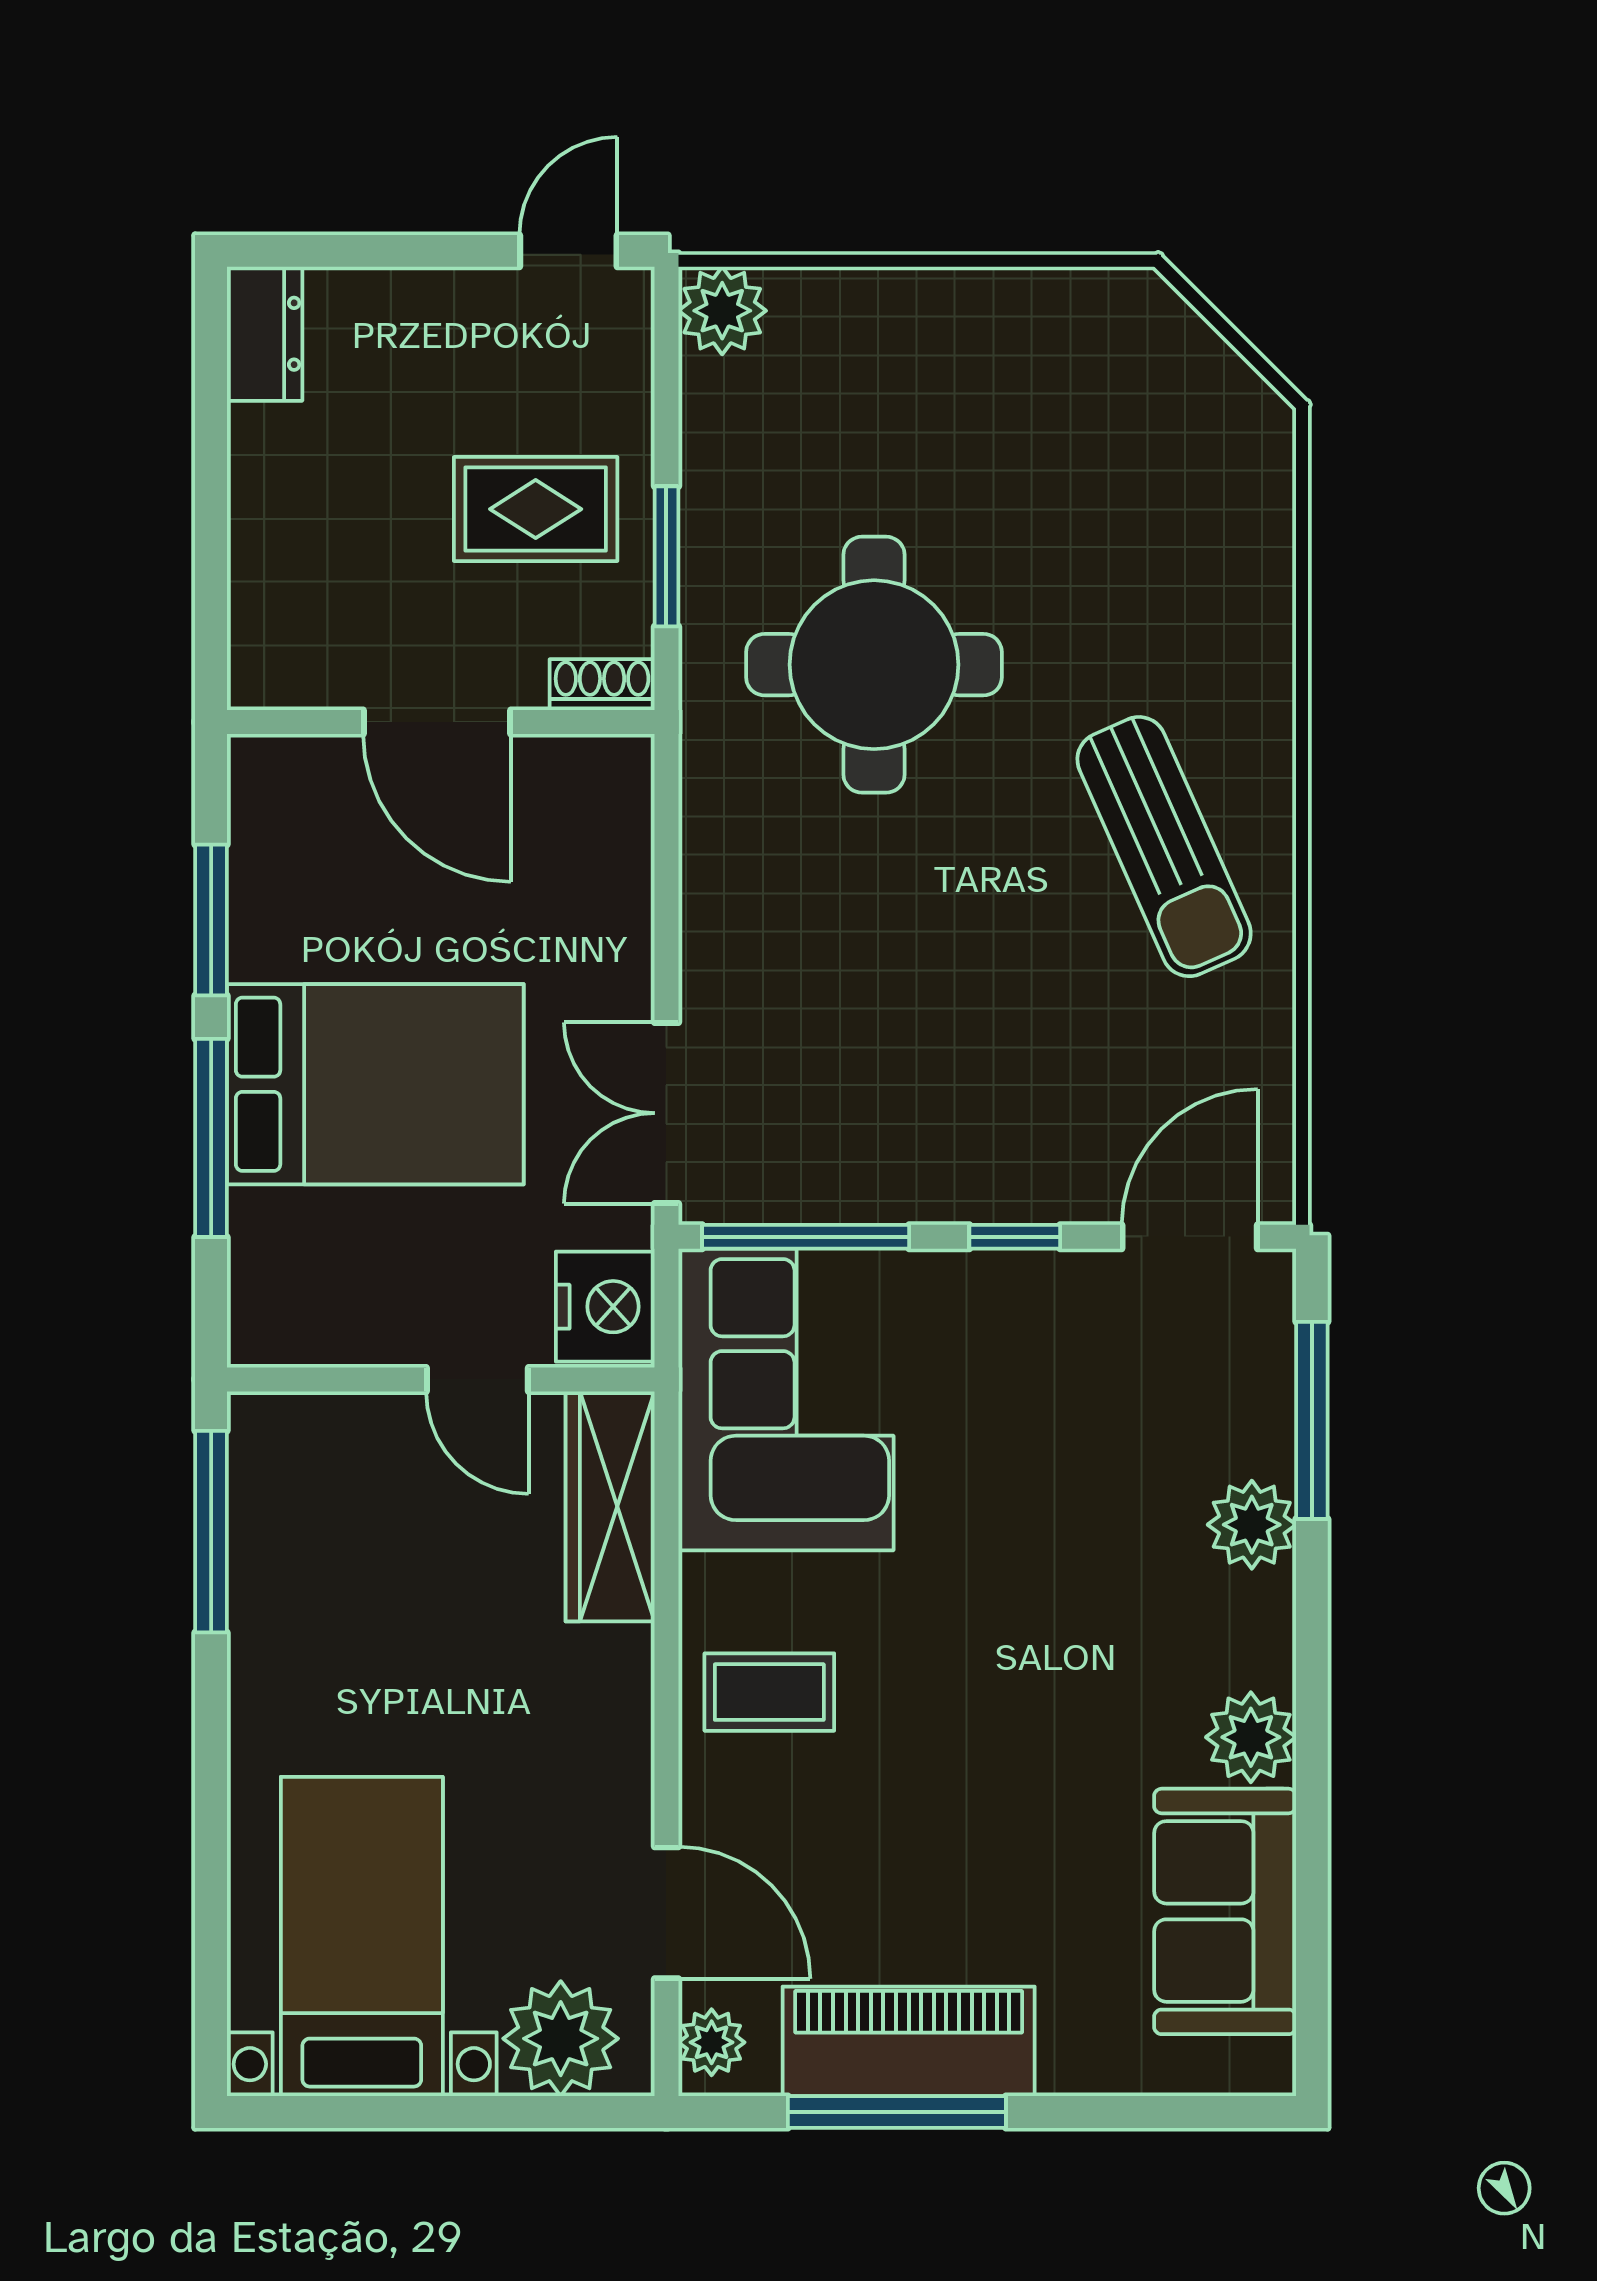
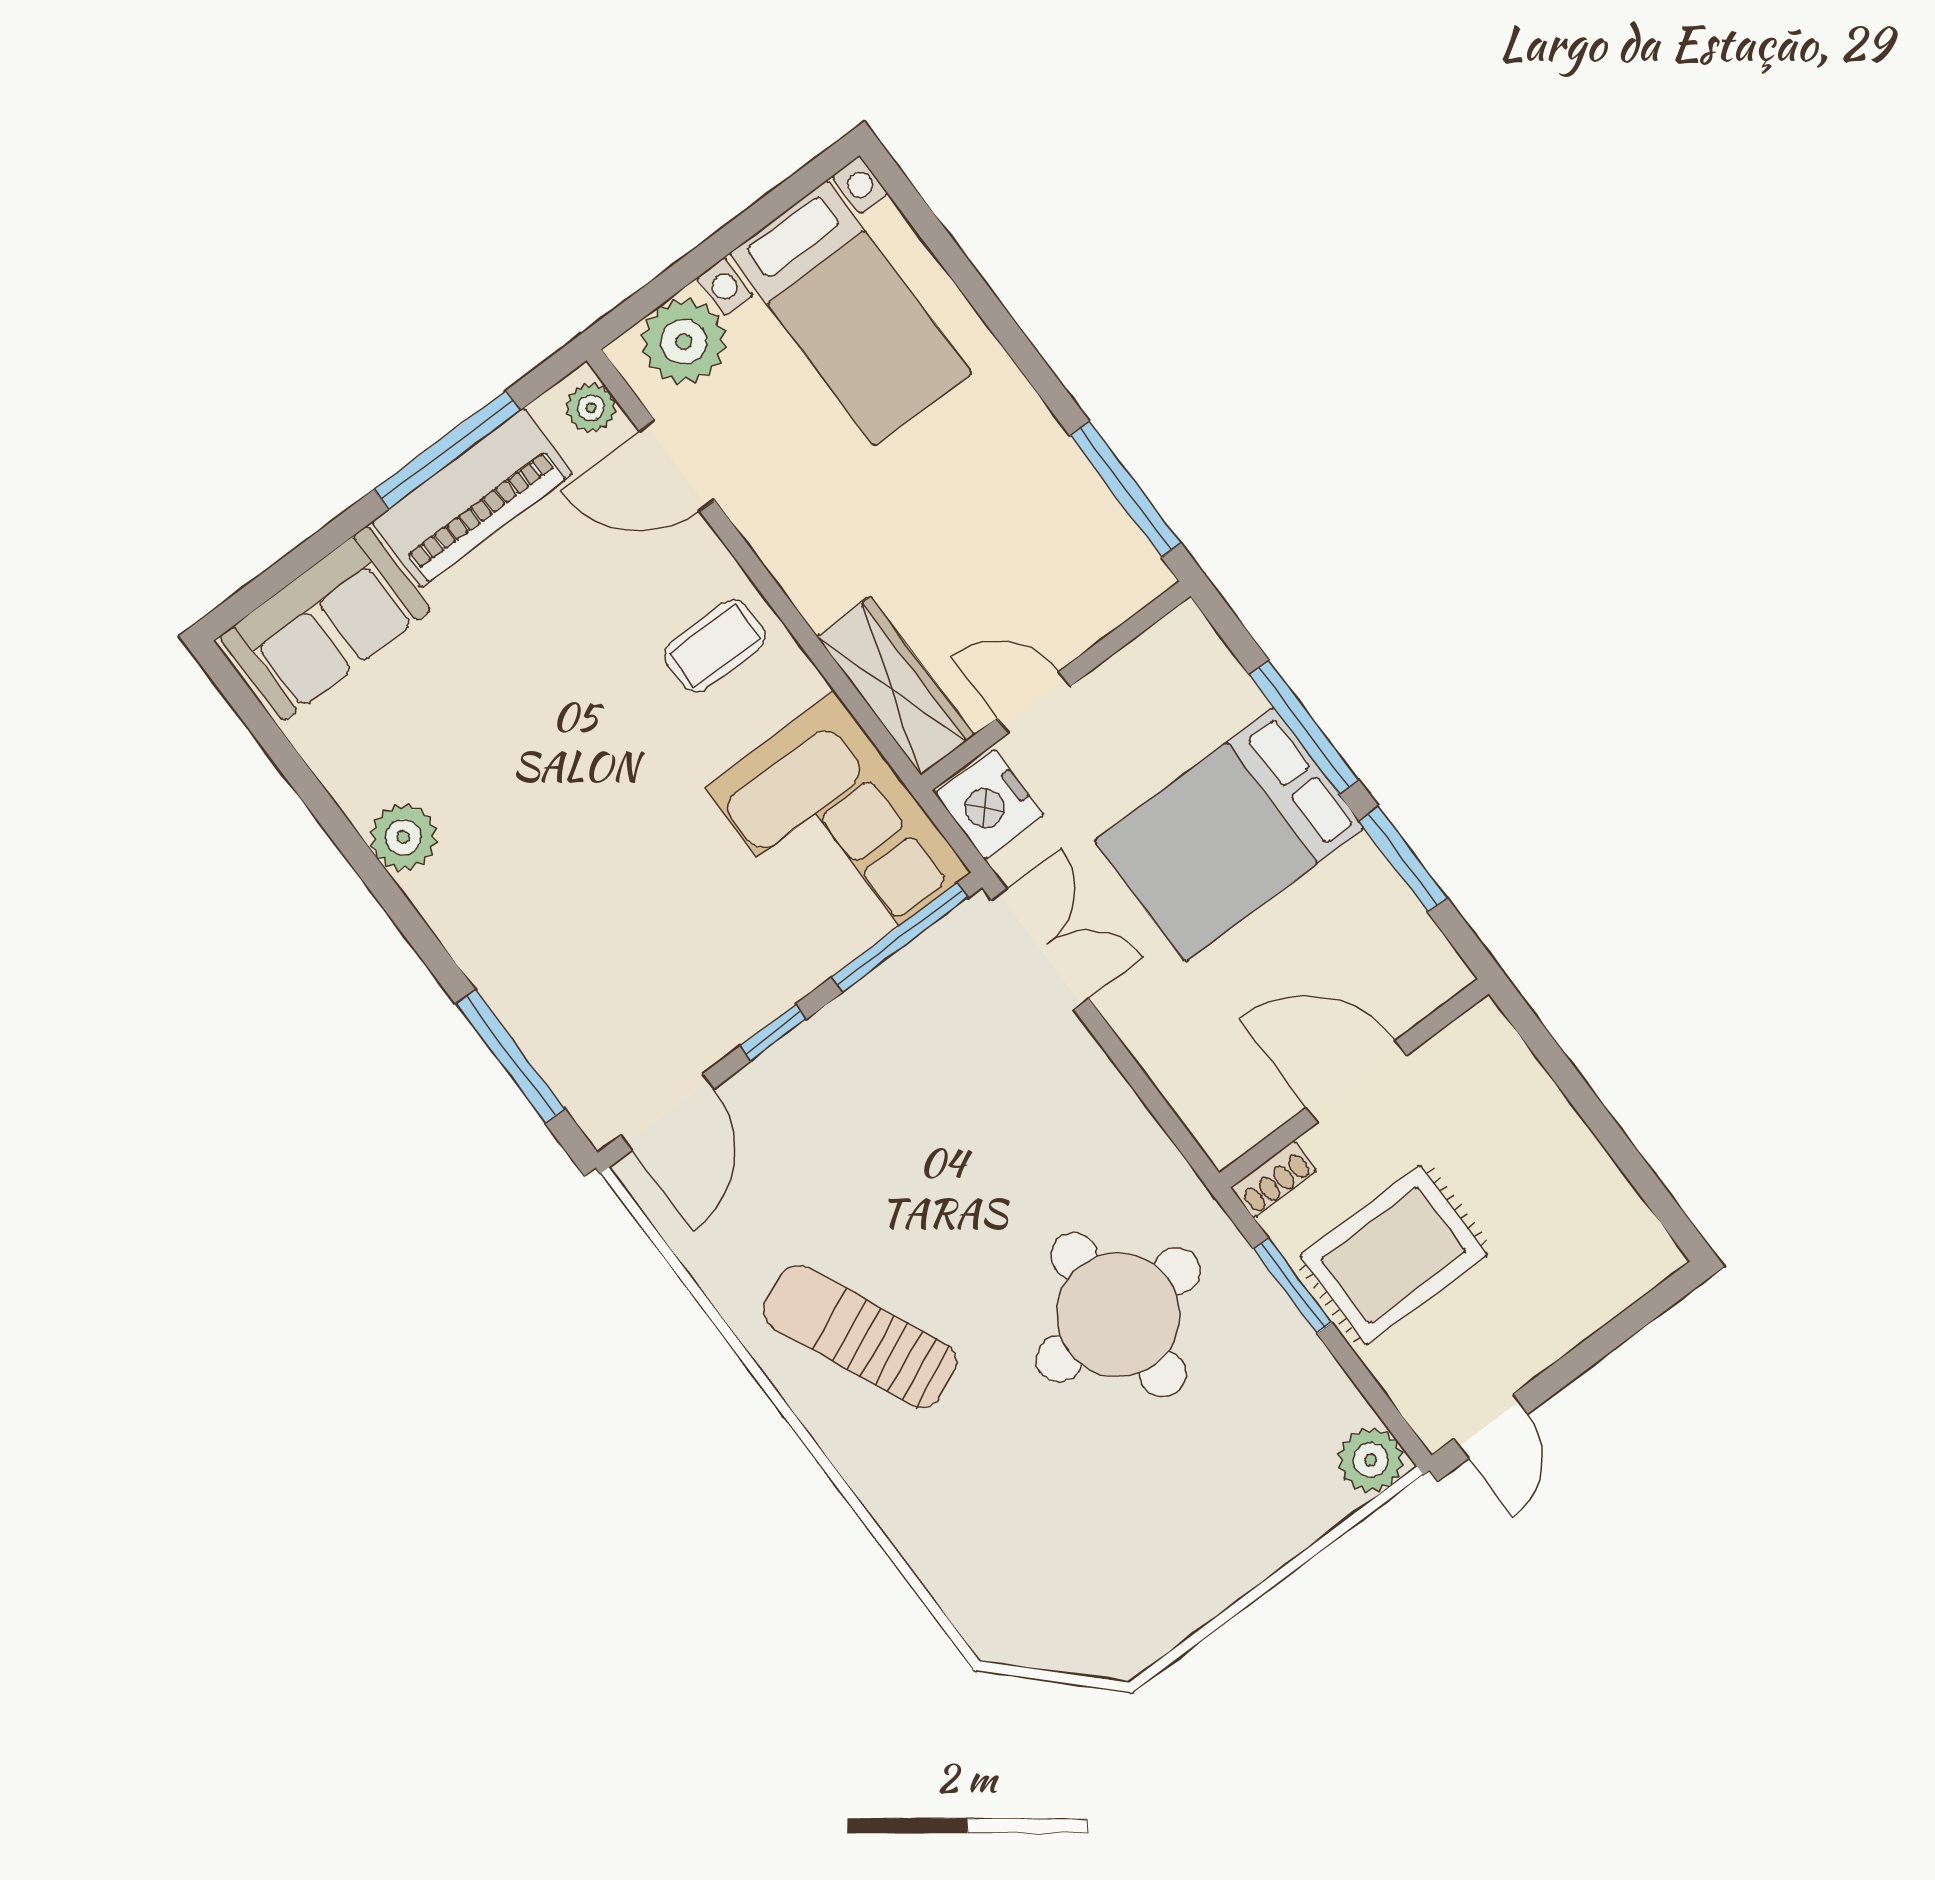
dresser: (265, 334) -> (1637, 1238), removed
rug: (536, 509) -> (1393, 1255), width x1.36, depth x1.43
plant: (1252, 1525) -> (499, 966), removed
sofa: (1225, 1911) -> (325, 623), moved, turned 90

